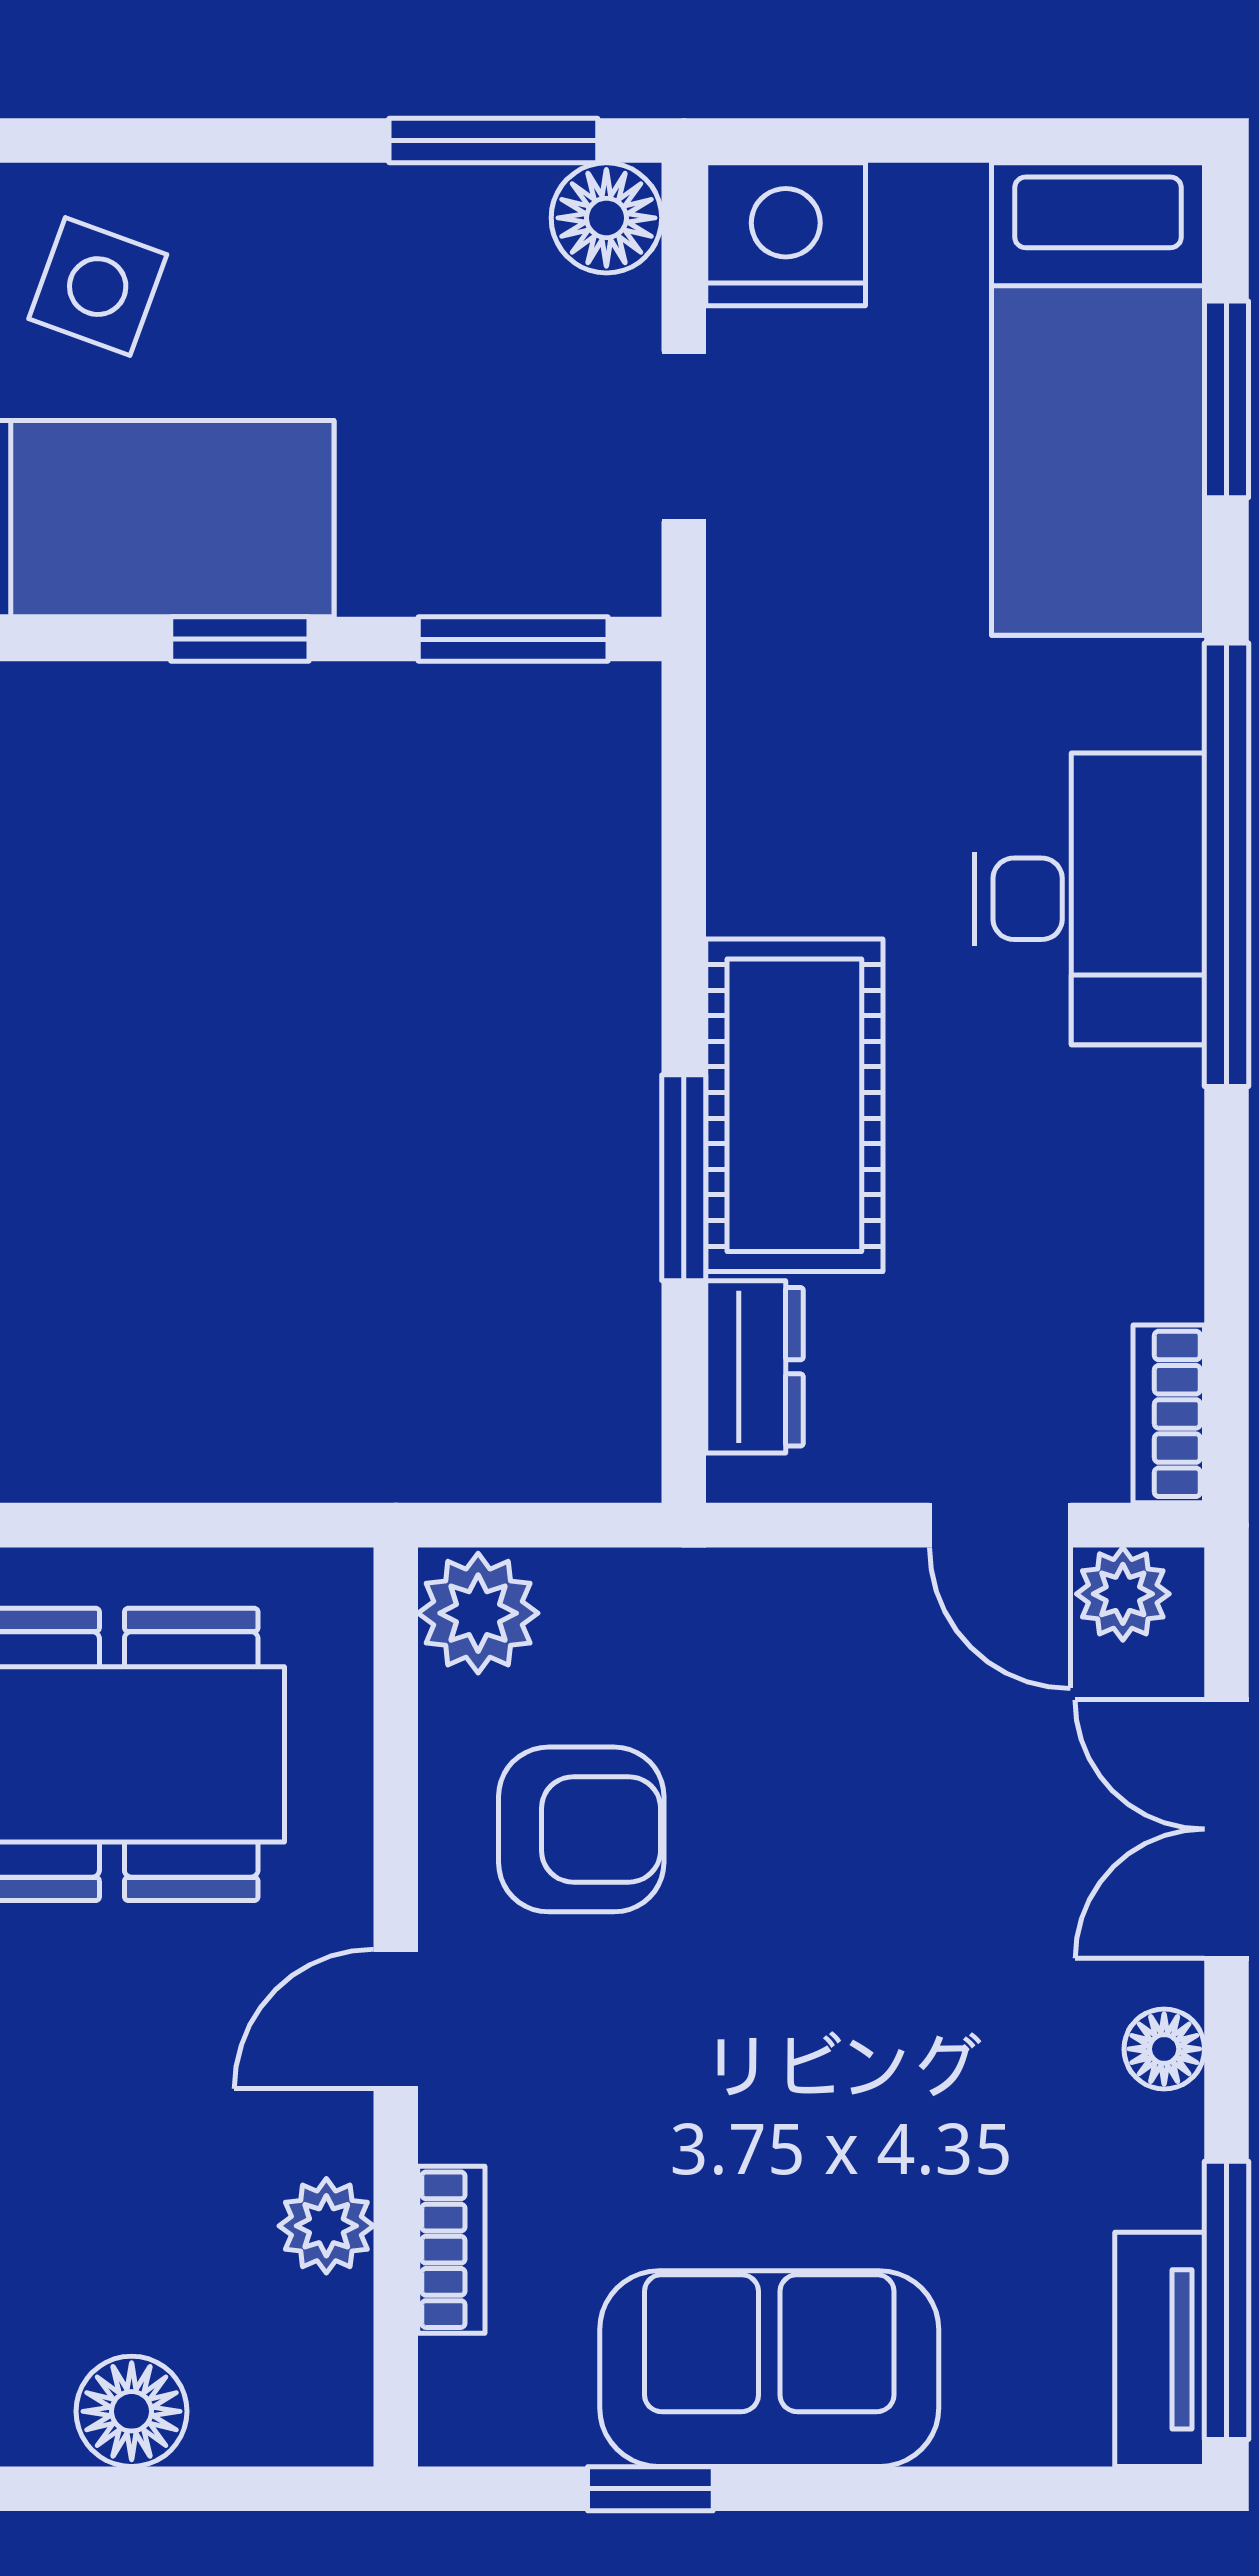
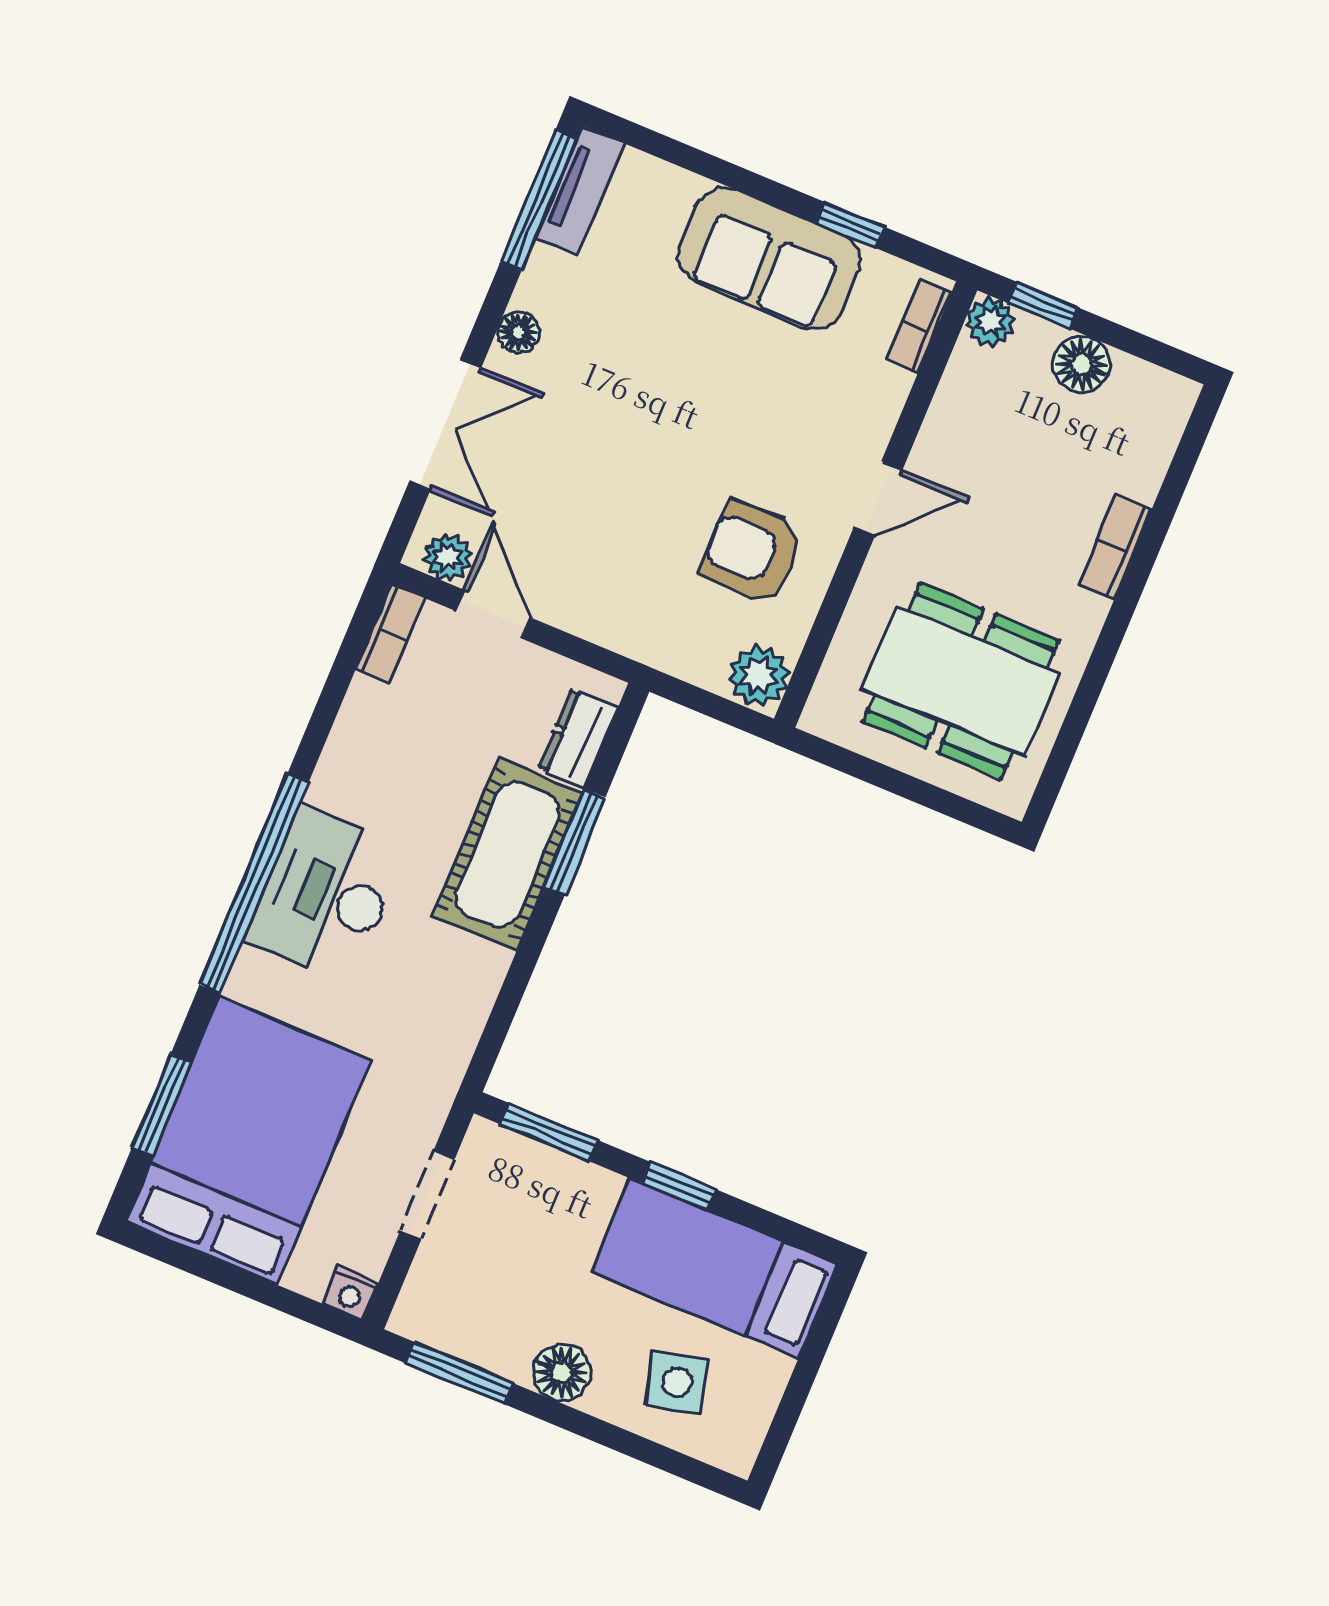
floor lamp: (606, 218) -> (562, 1373), moved
nightstand: (786, 234) -> (351, 1293), width x0.53, depth x0.56
side table: (98, 287) -> (677, 1382), turned -35
bed: (1098, 399) -> (248, 1141), width x1.50
plant: (326, 2226) -> (990, 322), moved
bookcase: (451, 2250) -> (919, 326), moved
window: (245, 2489) -> (1043, 305), added

